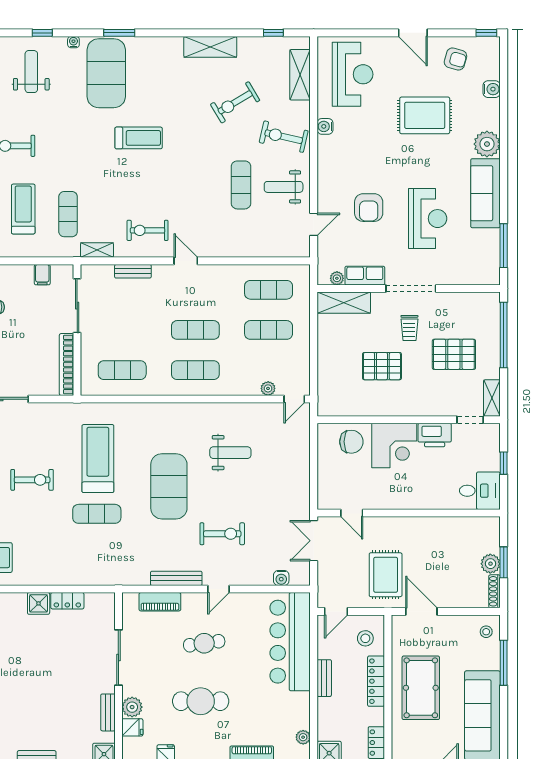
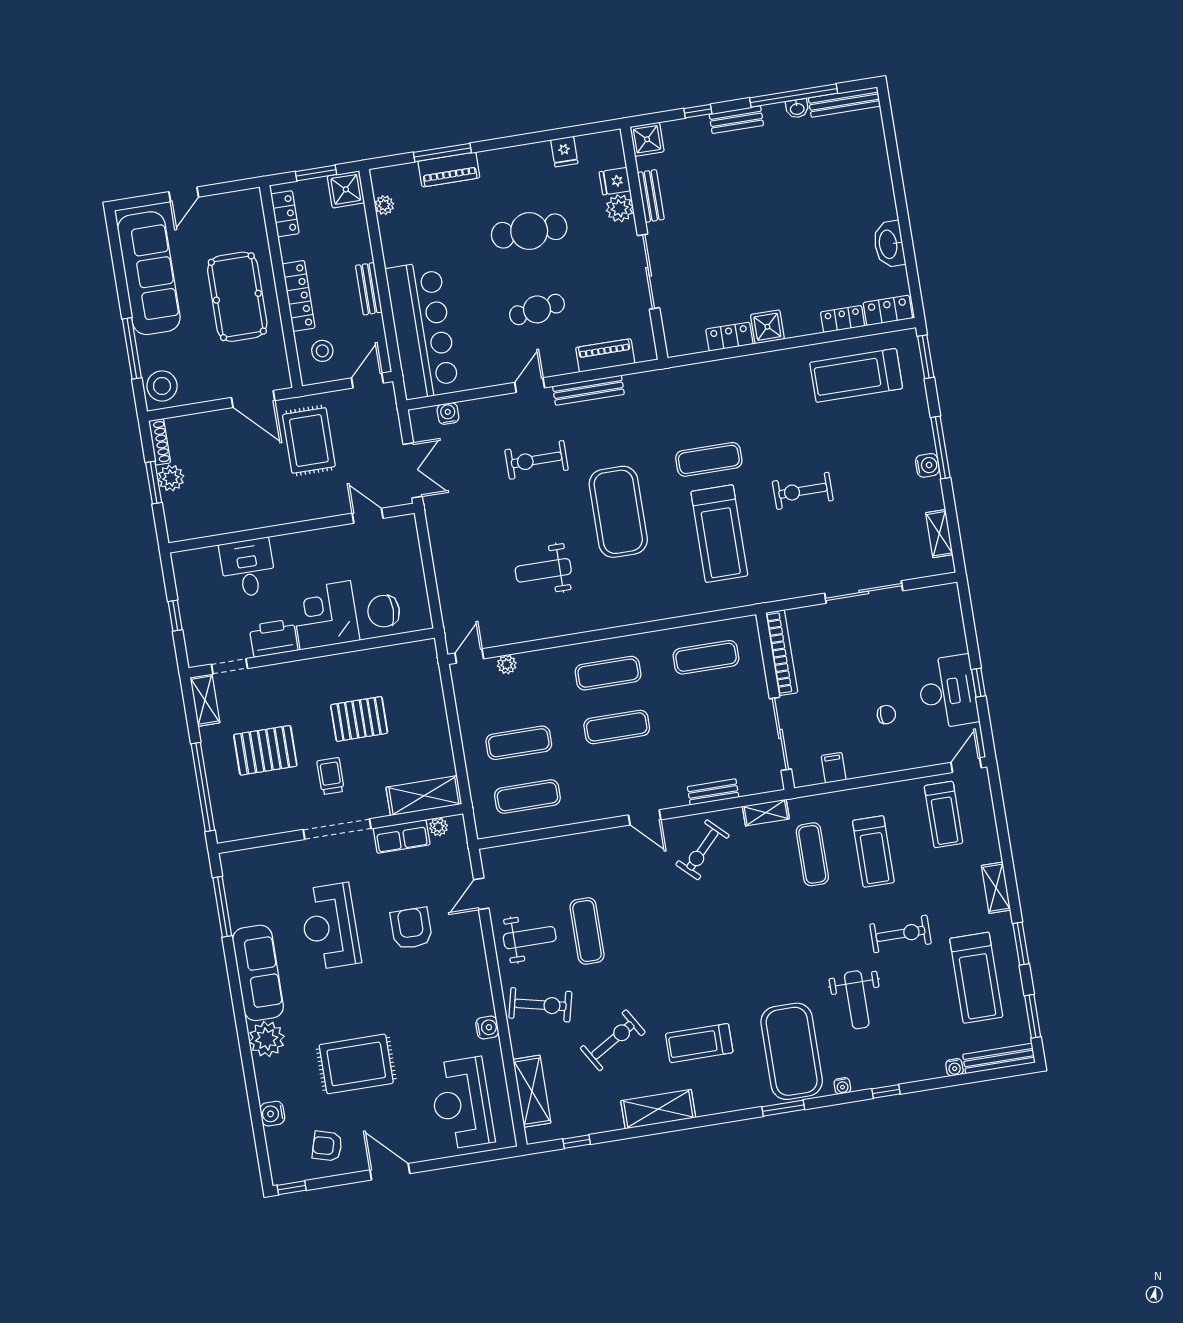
weight bench: (31, 72) -> (857, 1000), moved
treadmill: (139, 138) -> (699, 1043), moved
exercise bike: (147, 230) -> (702, 850), turned 134
desk: (480, 491) -> (248, 568), moved, turned 90
stool: (486, 632) -> (162, 386), width x1.89, depth x1.89

